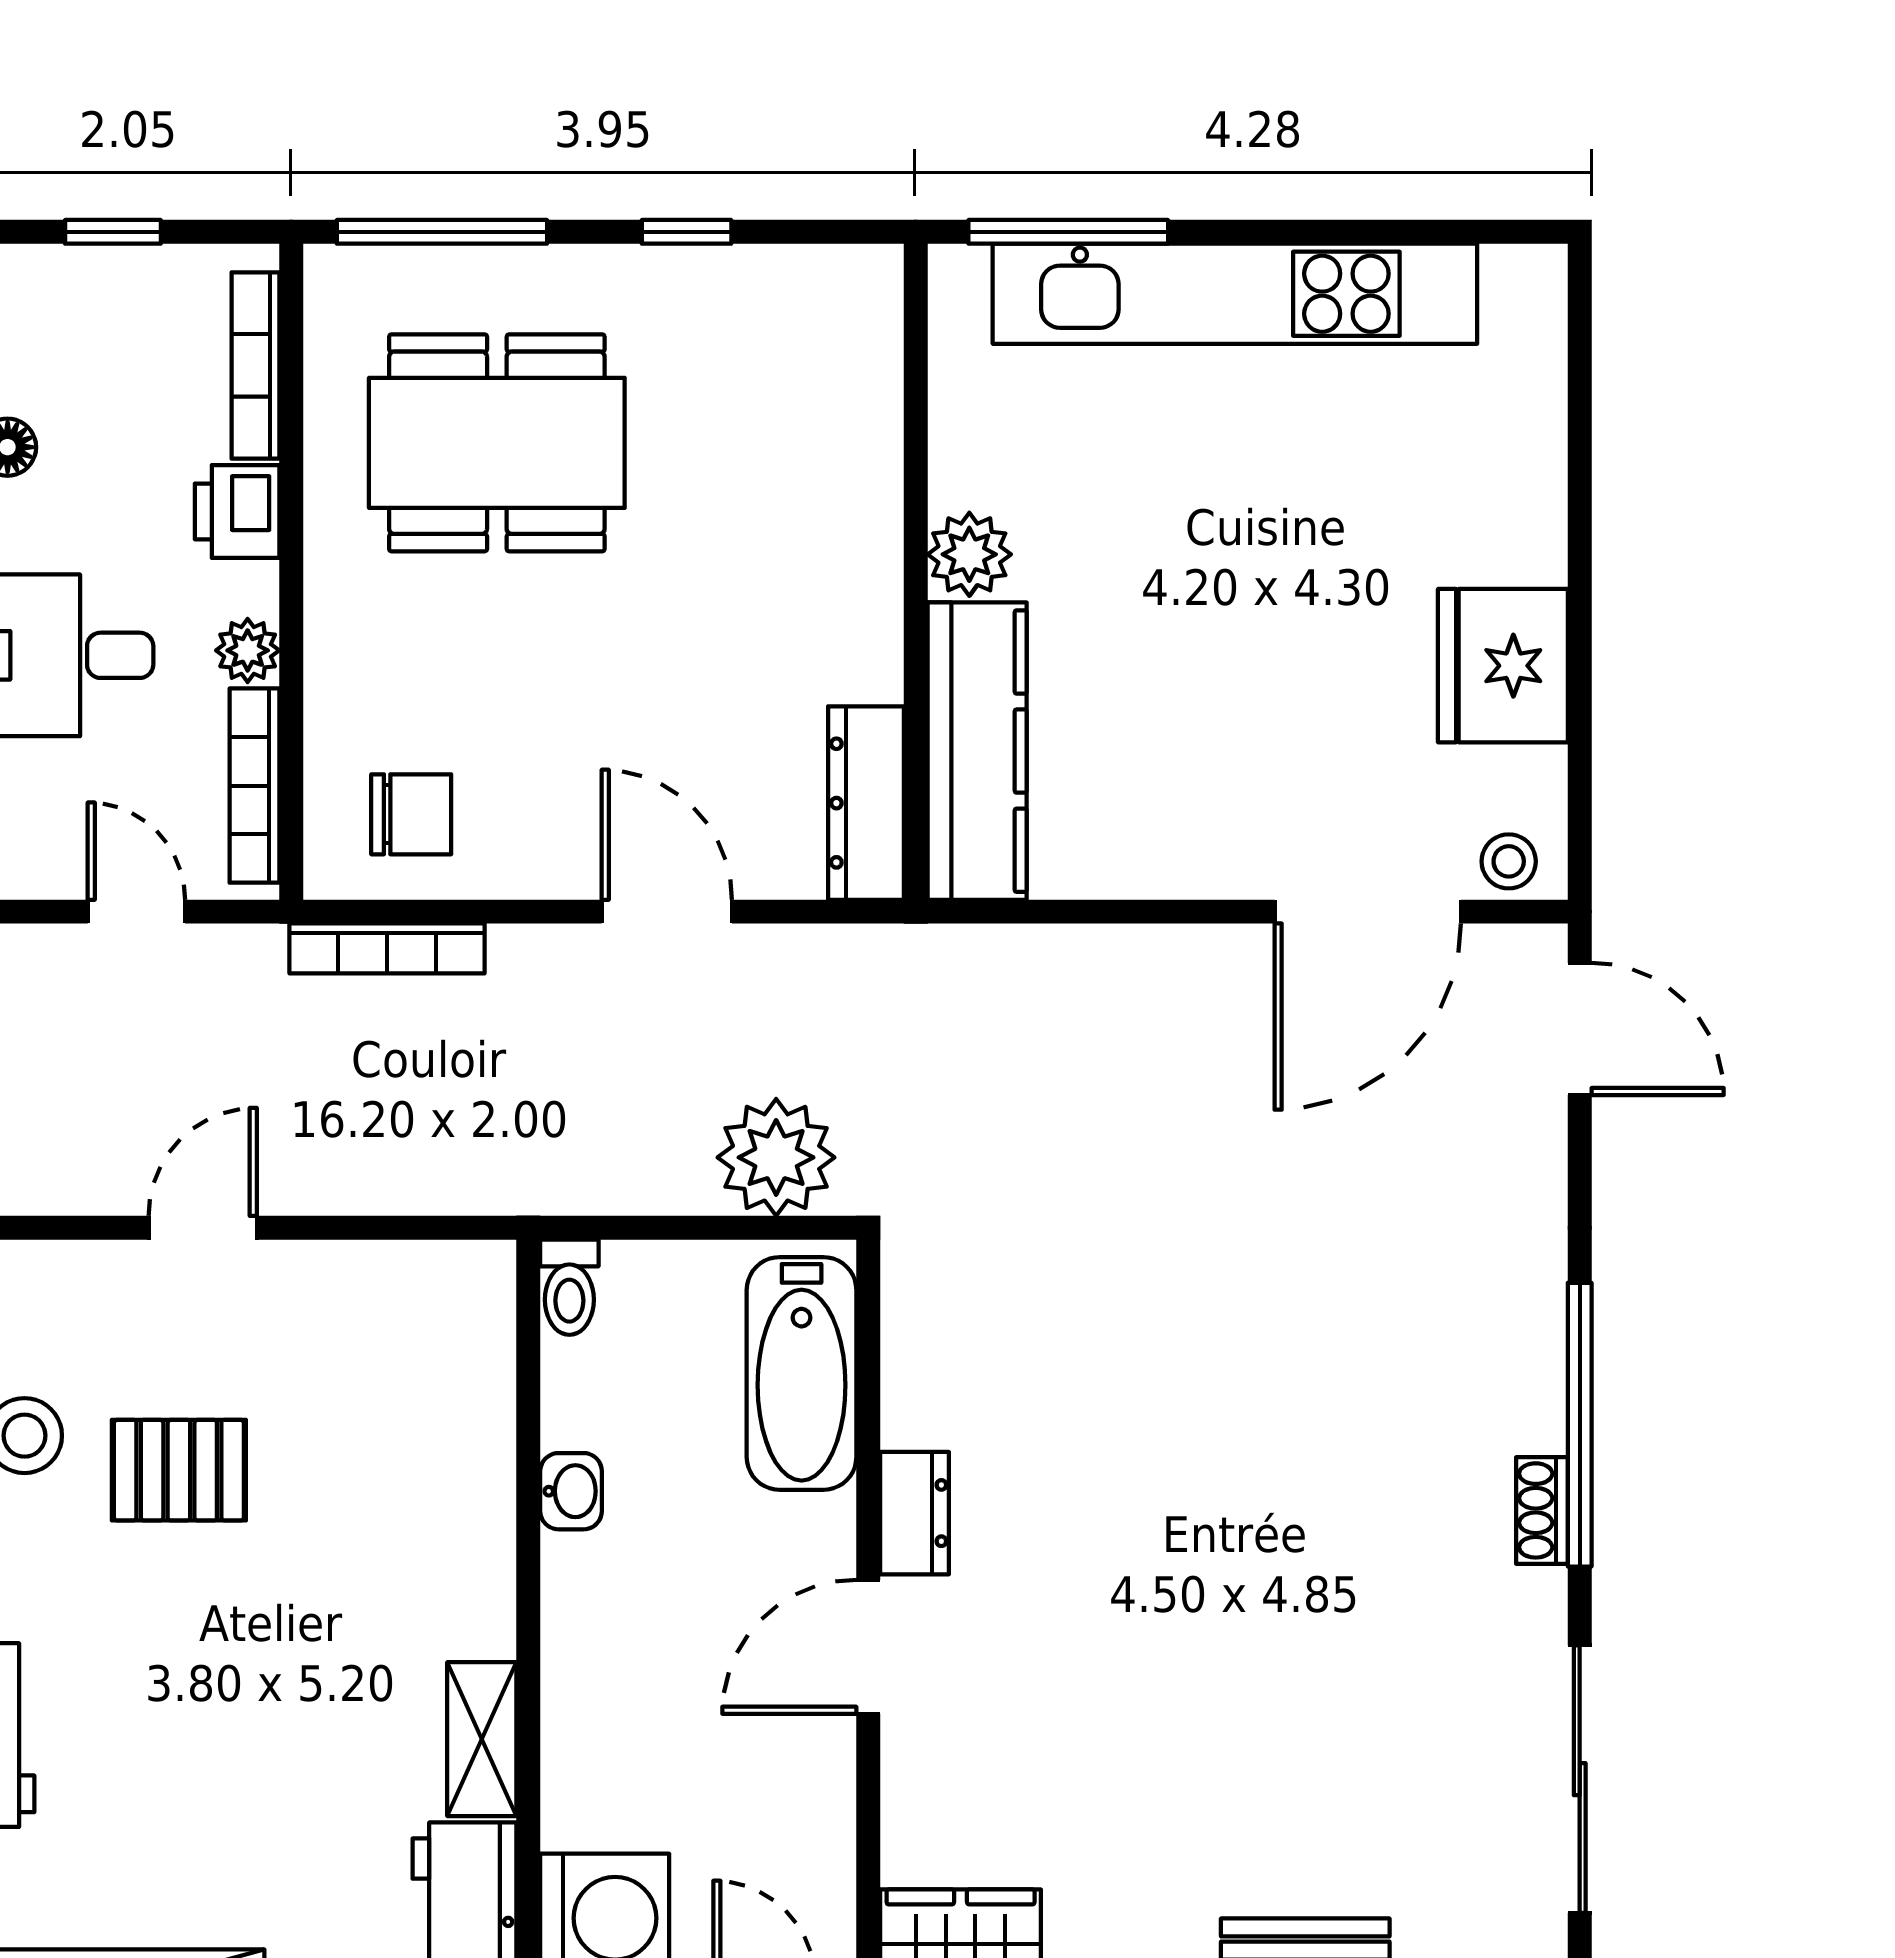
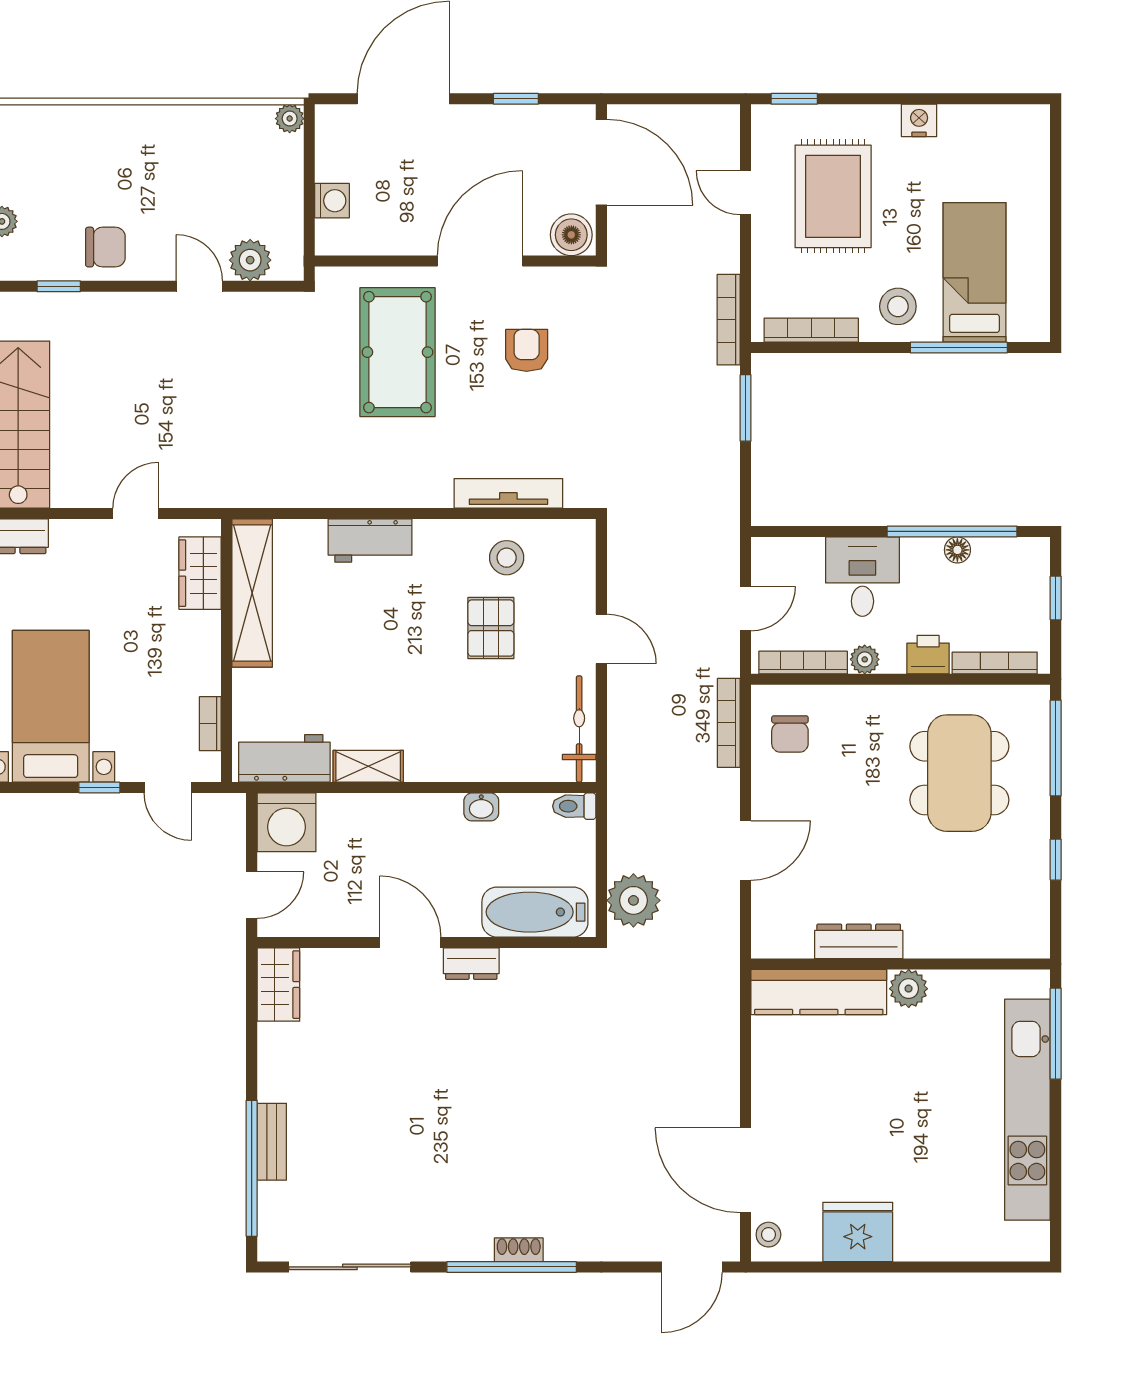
dresser: (866, 803) -> (859, 941), moved
bicycle: (400, 1277) -> (579, 729), added
shoe rack: (1542, 1510) -> (519, 1250), moved

